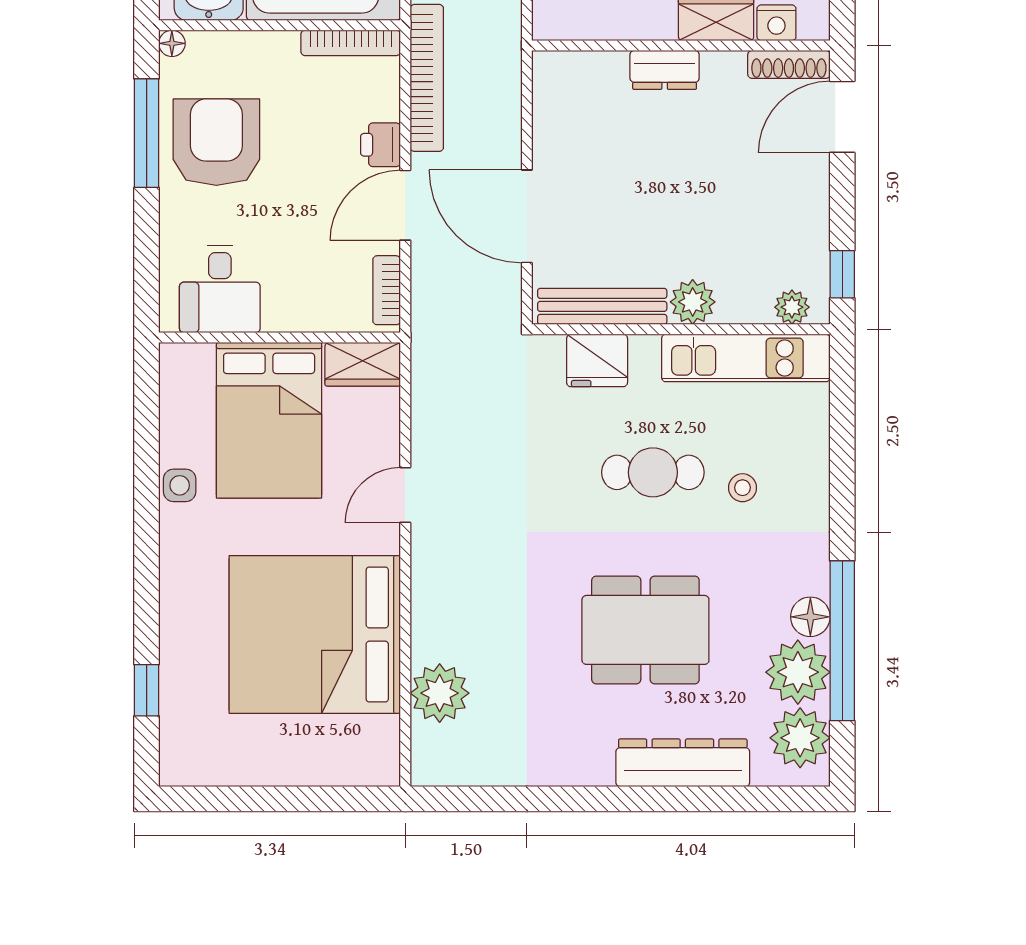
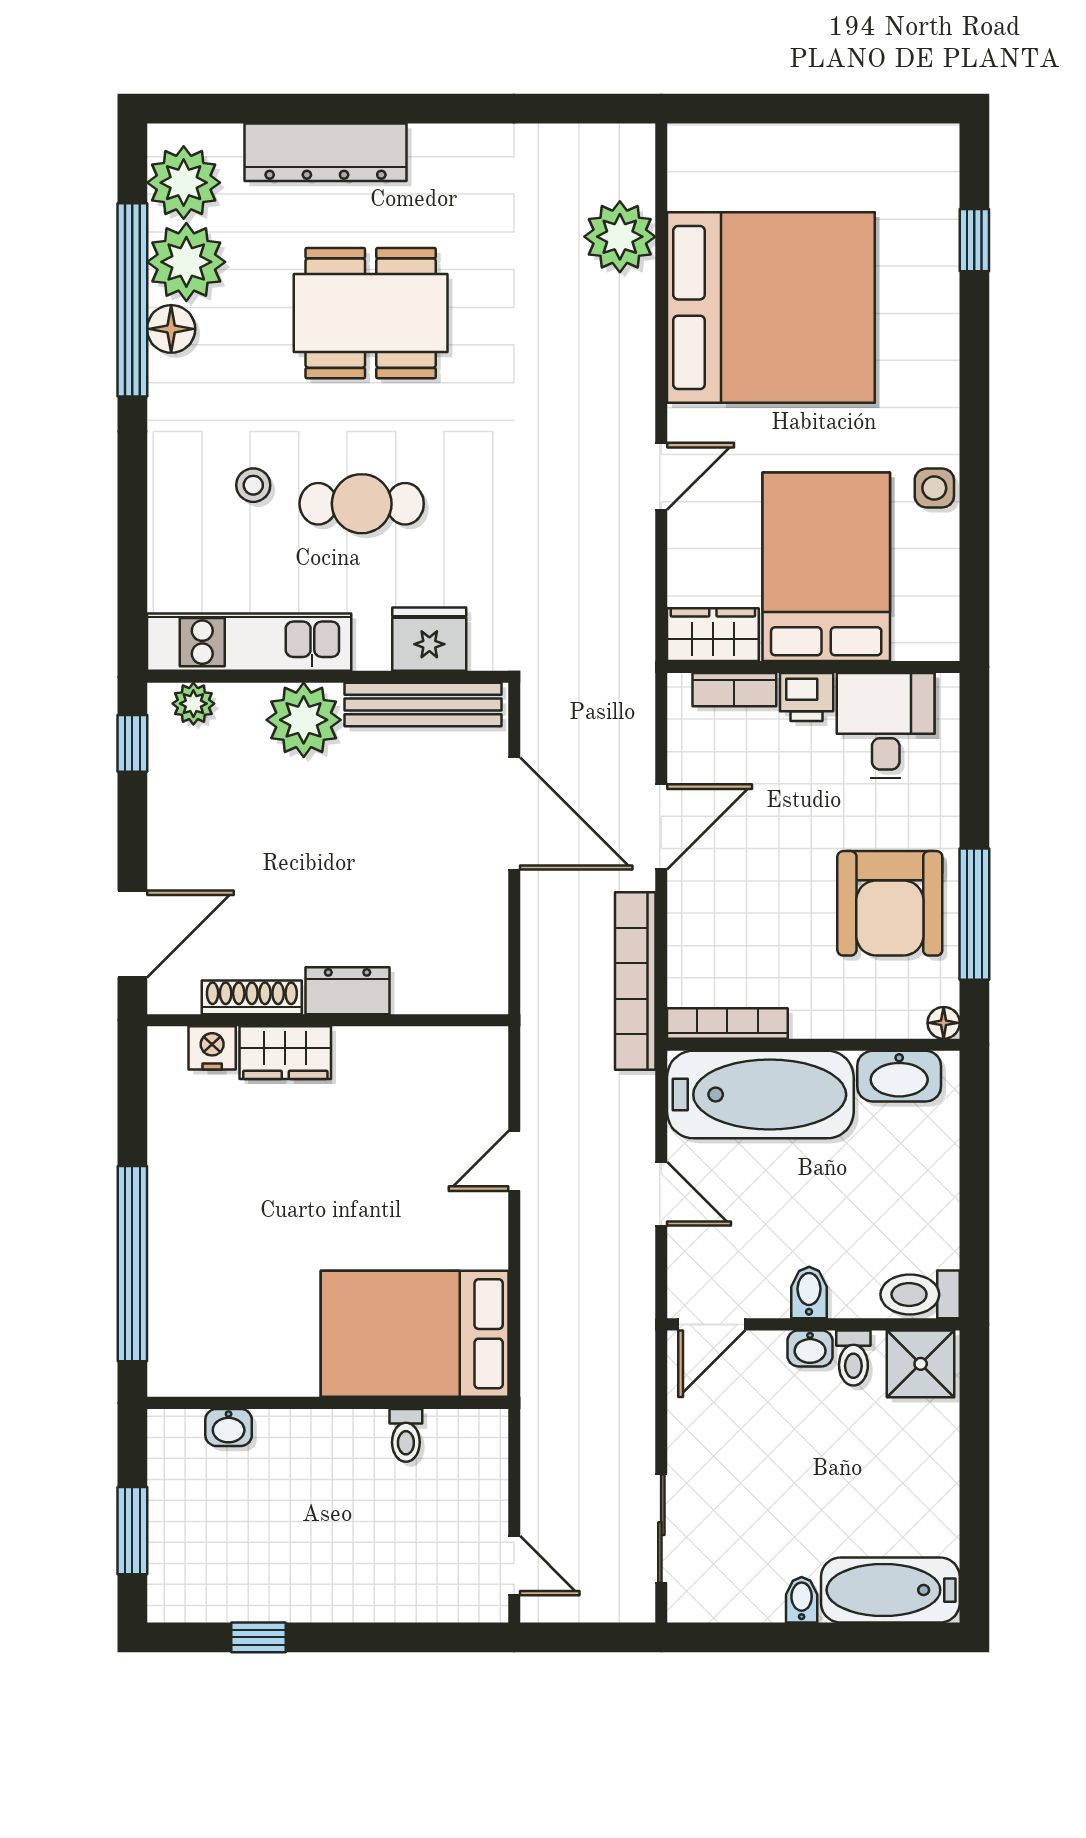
shoe rack: (789, 64) -> (252, 997), moved
printer: (380, 145) -> (807, 697), moved, turned 90
bookcase: (387, 290) -> (734, 690), moved, turned 90
plant: (693, 302) -> (304, 720), width x1.36, depth x1.36

